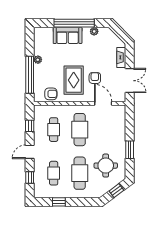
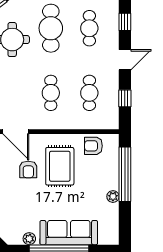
sofa: (68, 35) -> (69, 233), width x1.36
cafe table: (80, 130) -> (51, 93), width x0.73, depth x0.74

